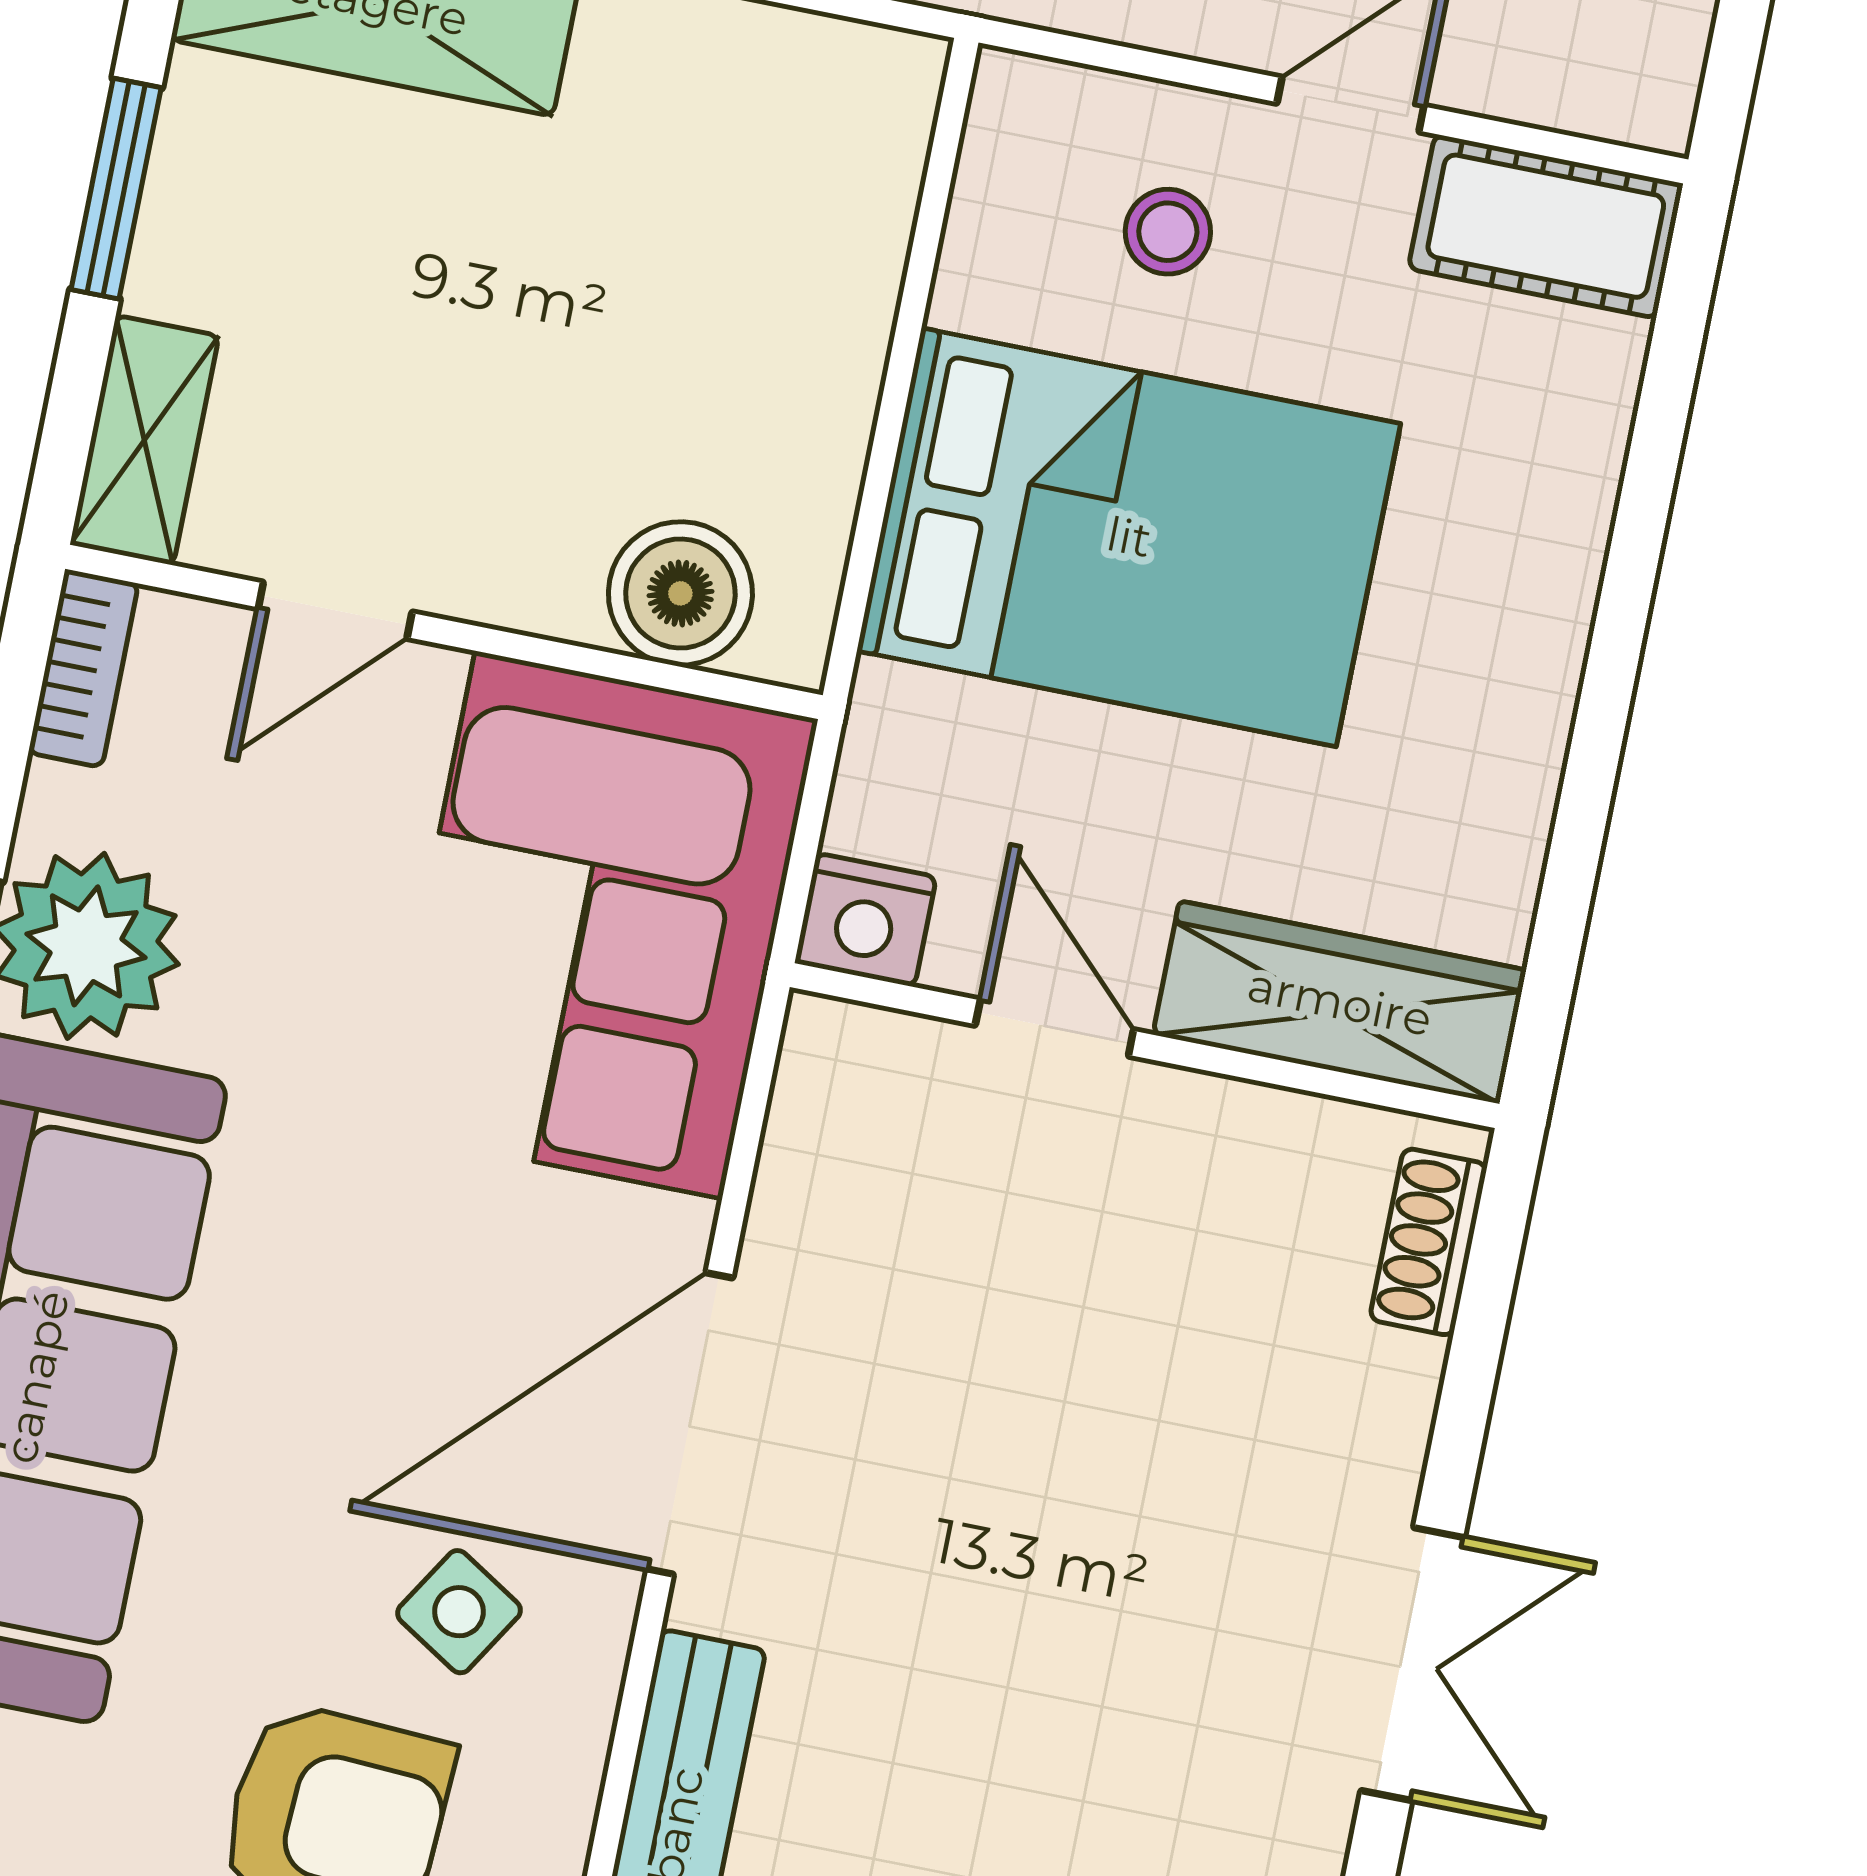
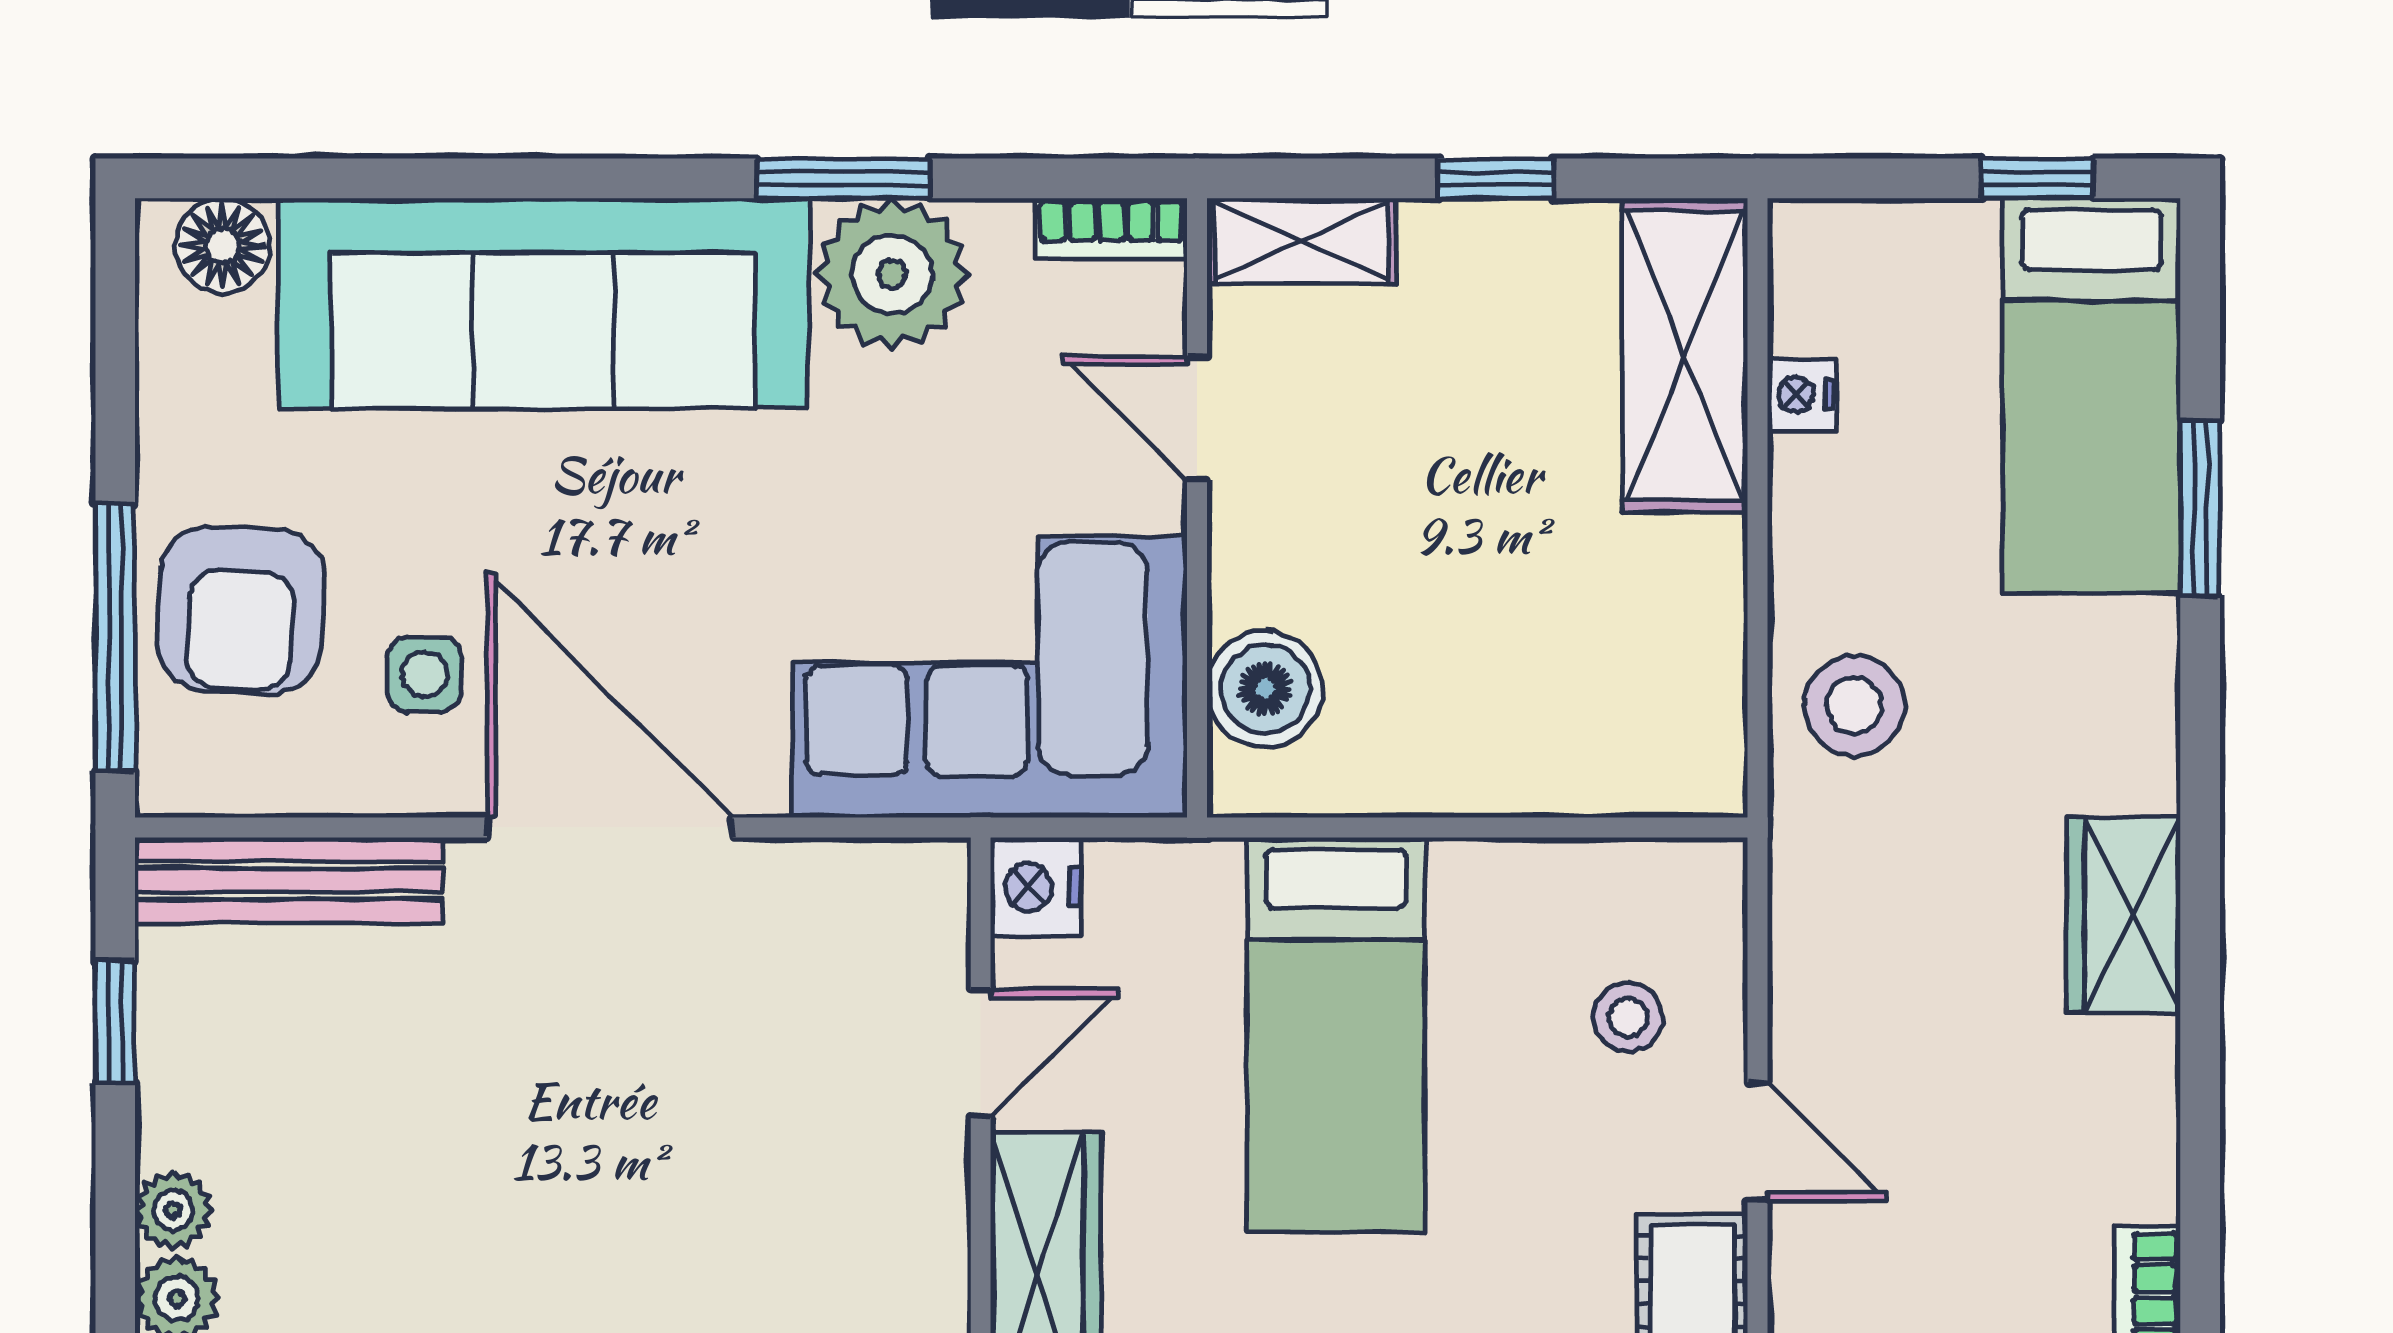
window: (116, 189) -> (1496, 178), width x0.67
bed: (1129, 537) -> (1336, 1035), width x0.67
side table: (459, 1612) -> (424, 675), turned -32

